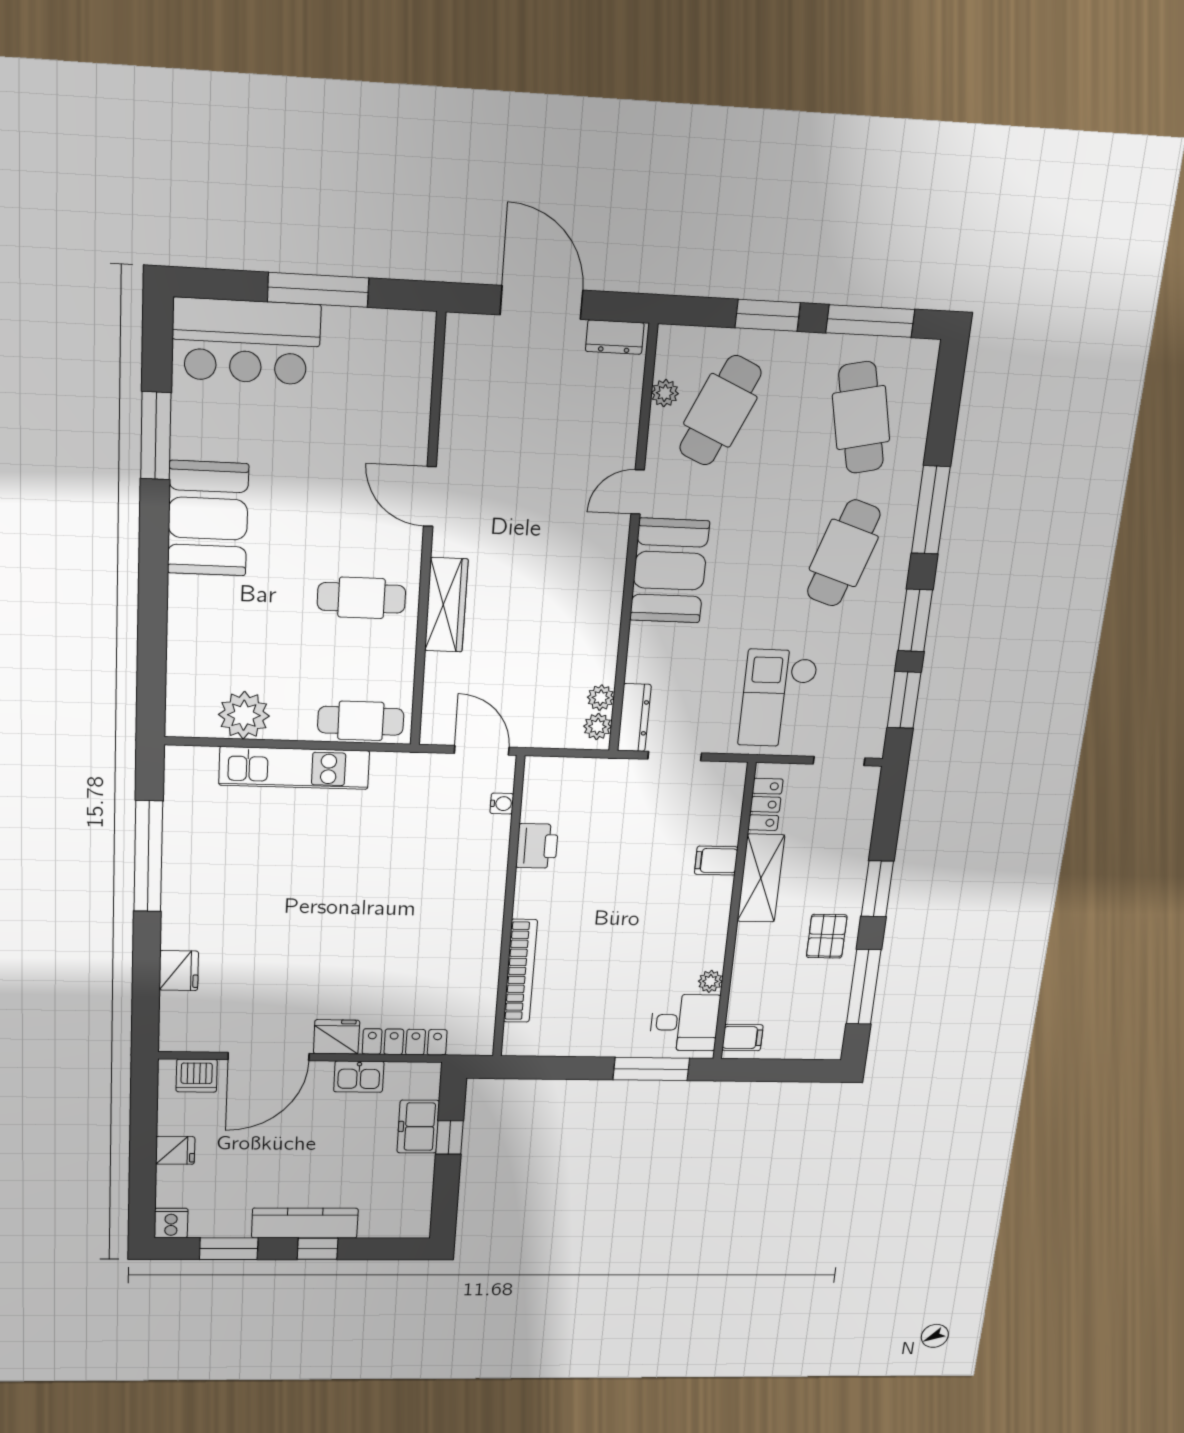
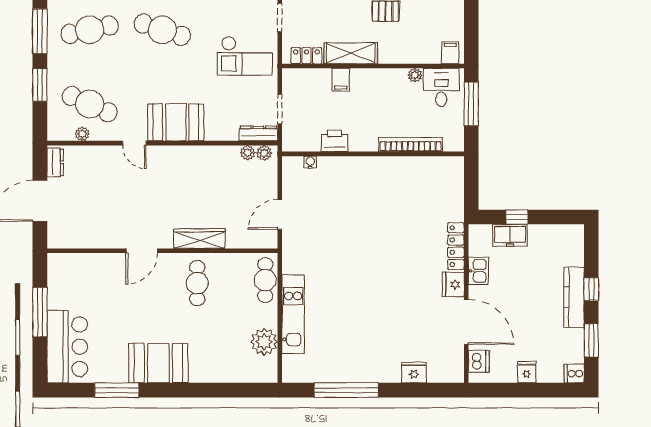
water cooler: (502, 804) -> (310, 162), moved
printer: (537, 846) -> (335, 141), moved
wall: (508, 909) -> (373, 154), moved
bookcase: (520, 971) -> (411, 144), moved

